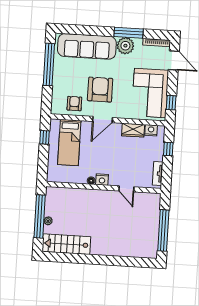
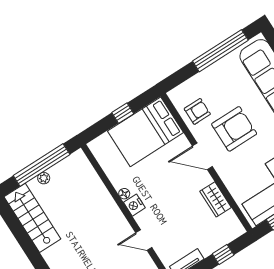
nightstand: (151, 130) -> (230, 220), removed
window: (44, 137) -> (123, 113), moved
bed: (69, 143) -> (145, 132), width x1.50
door: (126, 189) -> (144, 240), hinge flipped

